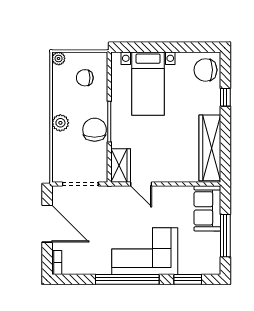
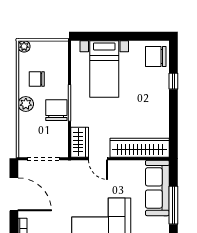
chair: (85, 78) -> (37, 79), moved
wardrobe: (210, 148) -> (140, 148), moved, turned 90
sofa: (207, 208) -> (157, 188), width x1.36

